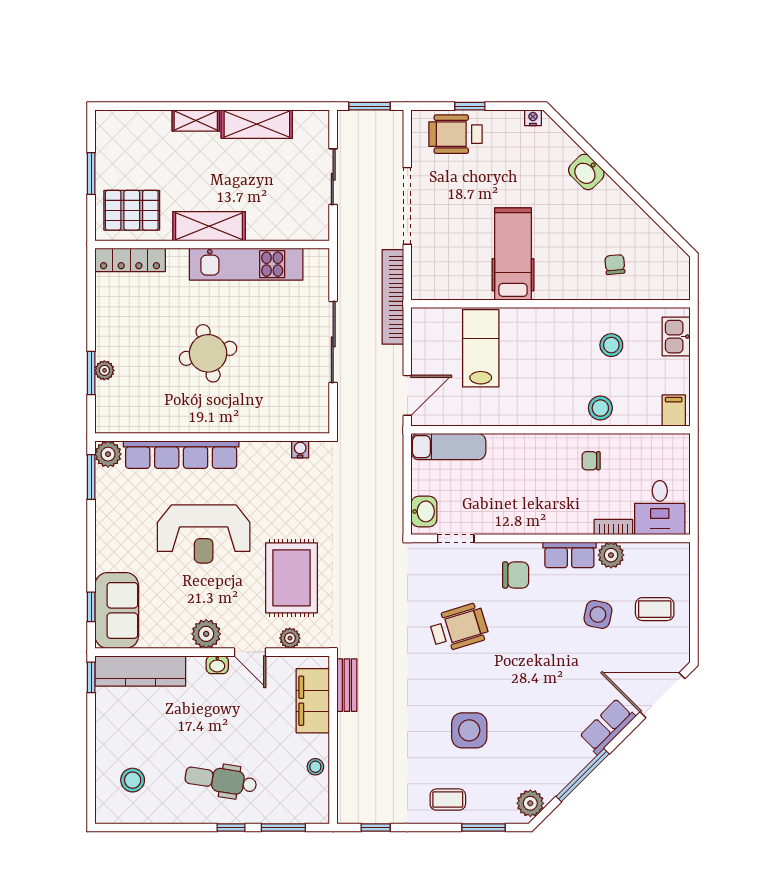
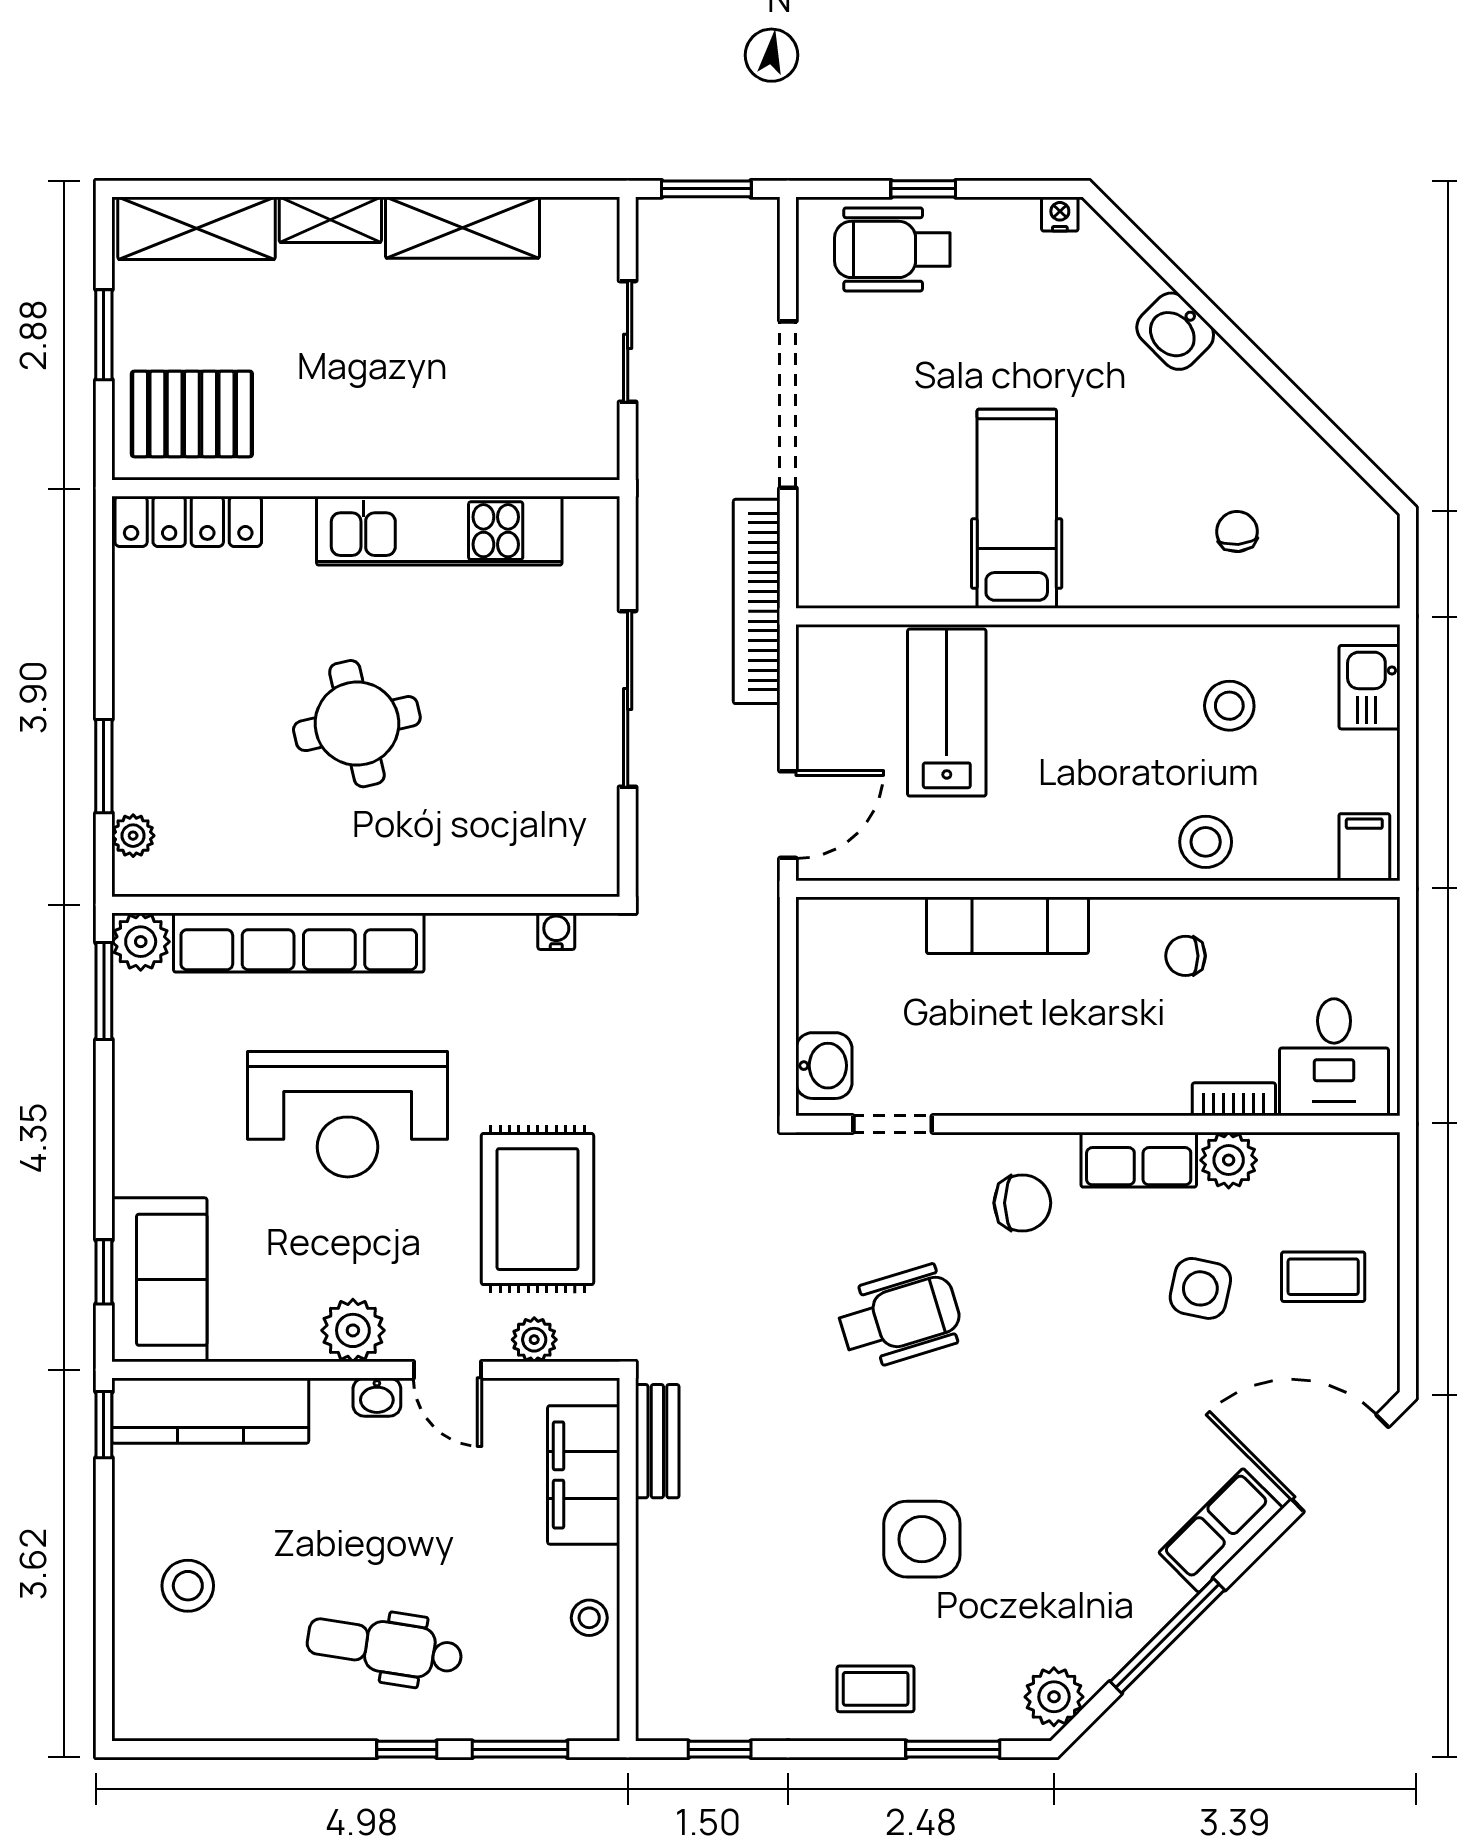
shelving: (209, 226) -> (197, 228), moved
plant: (104, 370) -> (133, 836), moved
exam couch: (448, 447) -> (1007, 925), moved
stool: (133, 780) -> (188, 1586), moved

